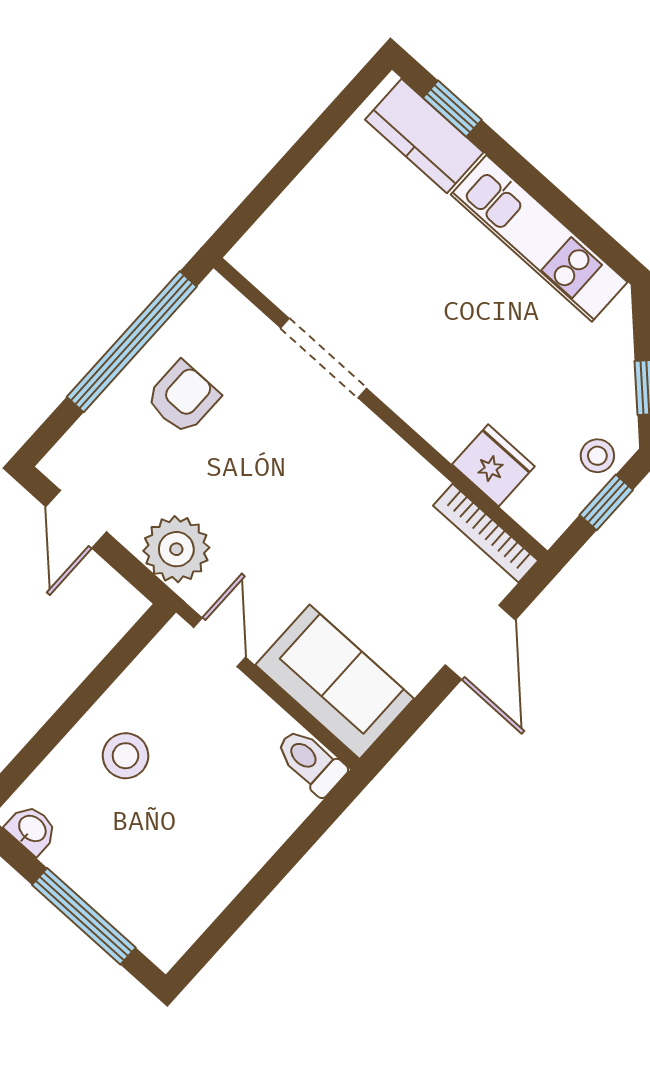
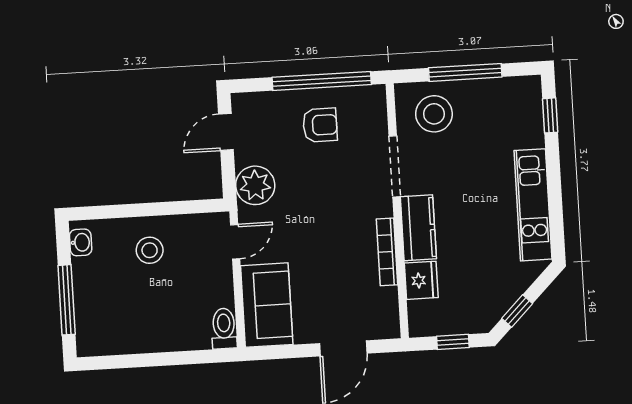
kitchen counter: (424, 136) -> (418, 228), moved, turned 180
window: (297, 158) -> (465, 72), added
stool: (597, 456) -> (434, 114), moved, width x1.89, depth x1.89
bookcase: (486, 533) -> (387, 252), moved

